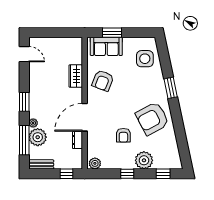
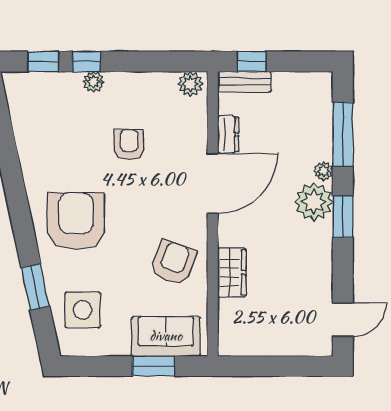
door: (24, 54) -> (343, 320), swing flipped
window: (171, 88) -> (35, 287), moved
armchair: (152, 118) -> (76, 221), moved, turned -62
plant: (38, 137) -> (314, 202), moved
plant: (144, 160) -> (93, 82), width x0.53, depth x0.53
bench: (41, 164) -> (244, 82), moved
window: (127, 174) -> (86, 62), moved

